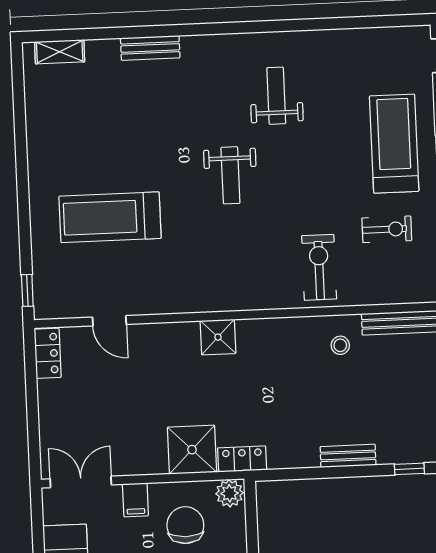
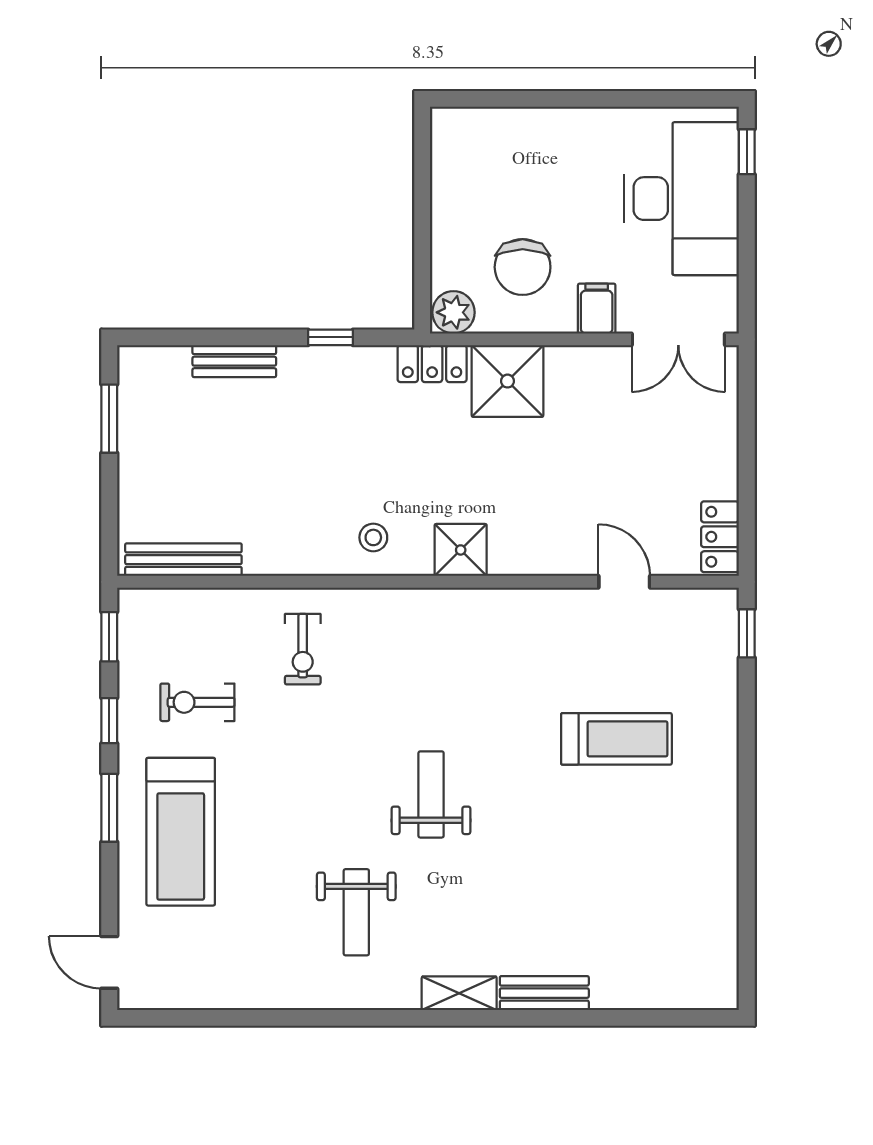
shelving: (60, 52) -> (459, 993), moved
treadmill: (110, 217) -> (616, 739), width x0.73, depth x0.73
exercise bike: (319, 267) -> (303, 649), width x0.73, depth x0.72
stool: (340, 345) -> (373, 537), moved
bench: (348, 456) -> (234, 361), moved
window: (409, 469) -> (330, 337), moved

